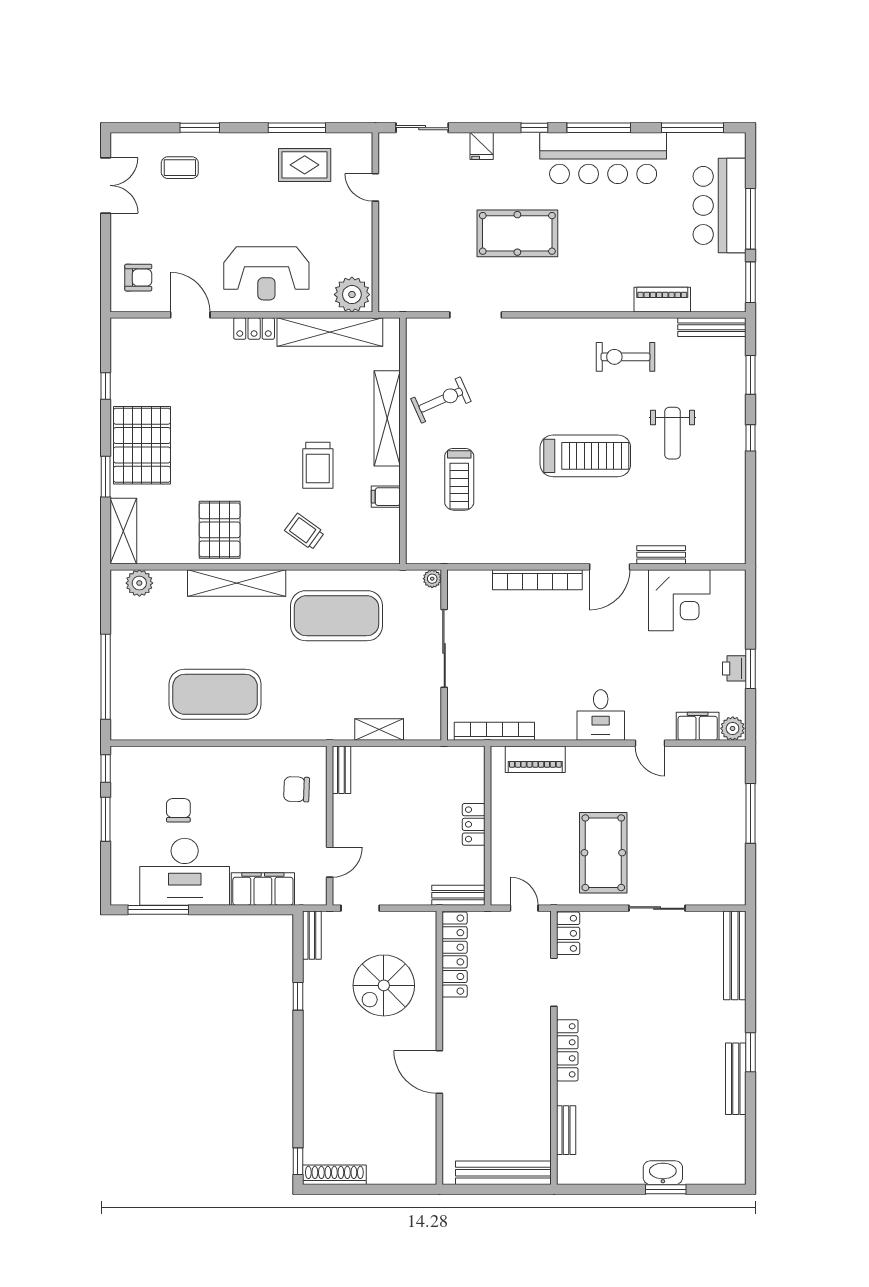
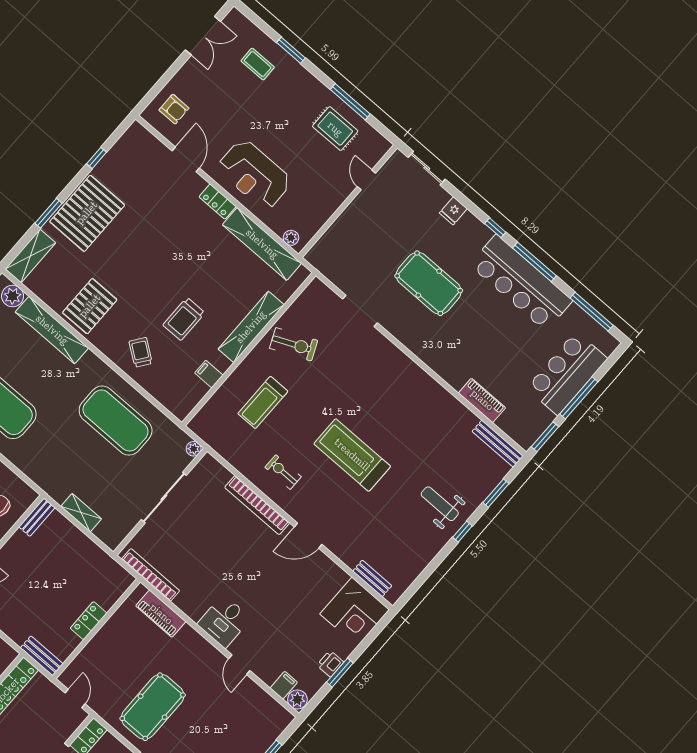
plant: (352, 295) -> (291, 238), width x0.53, depth x0.53
exercise bike: (625, 357) -> (283, 472), moved, width x0.73, depth x0.72
weight bench: (672, 433) -> (440, 504), moved, turned 90
treadmill: (585, 456) -> (352, 455), turned 180
bench: (661, 555) -> (372, 578), moved
shelving: (237, 583) -> (52, 330), moved
corner desk: (679, 600) -> (355, 612), moved
filing cabinet: (698, 726) -> (284, 685), width x0.50

